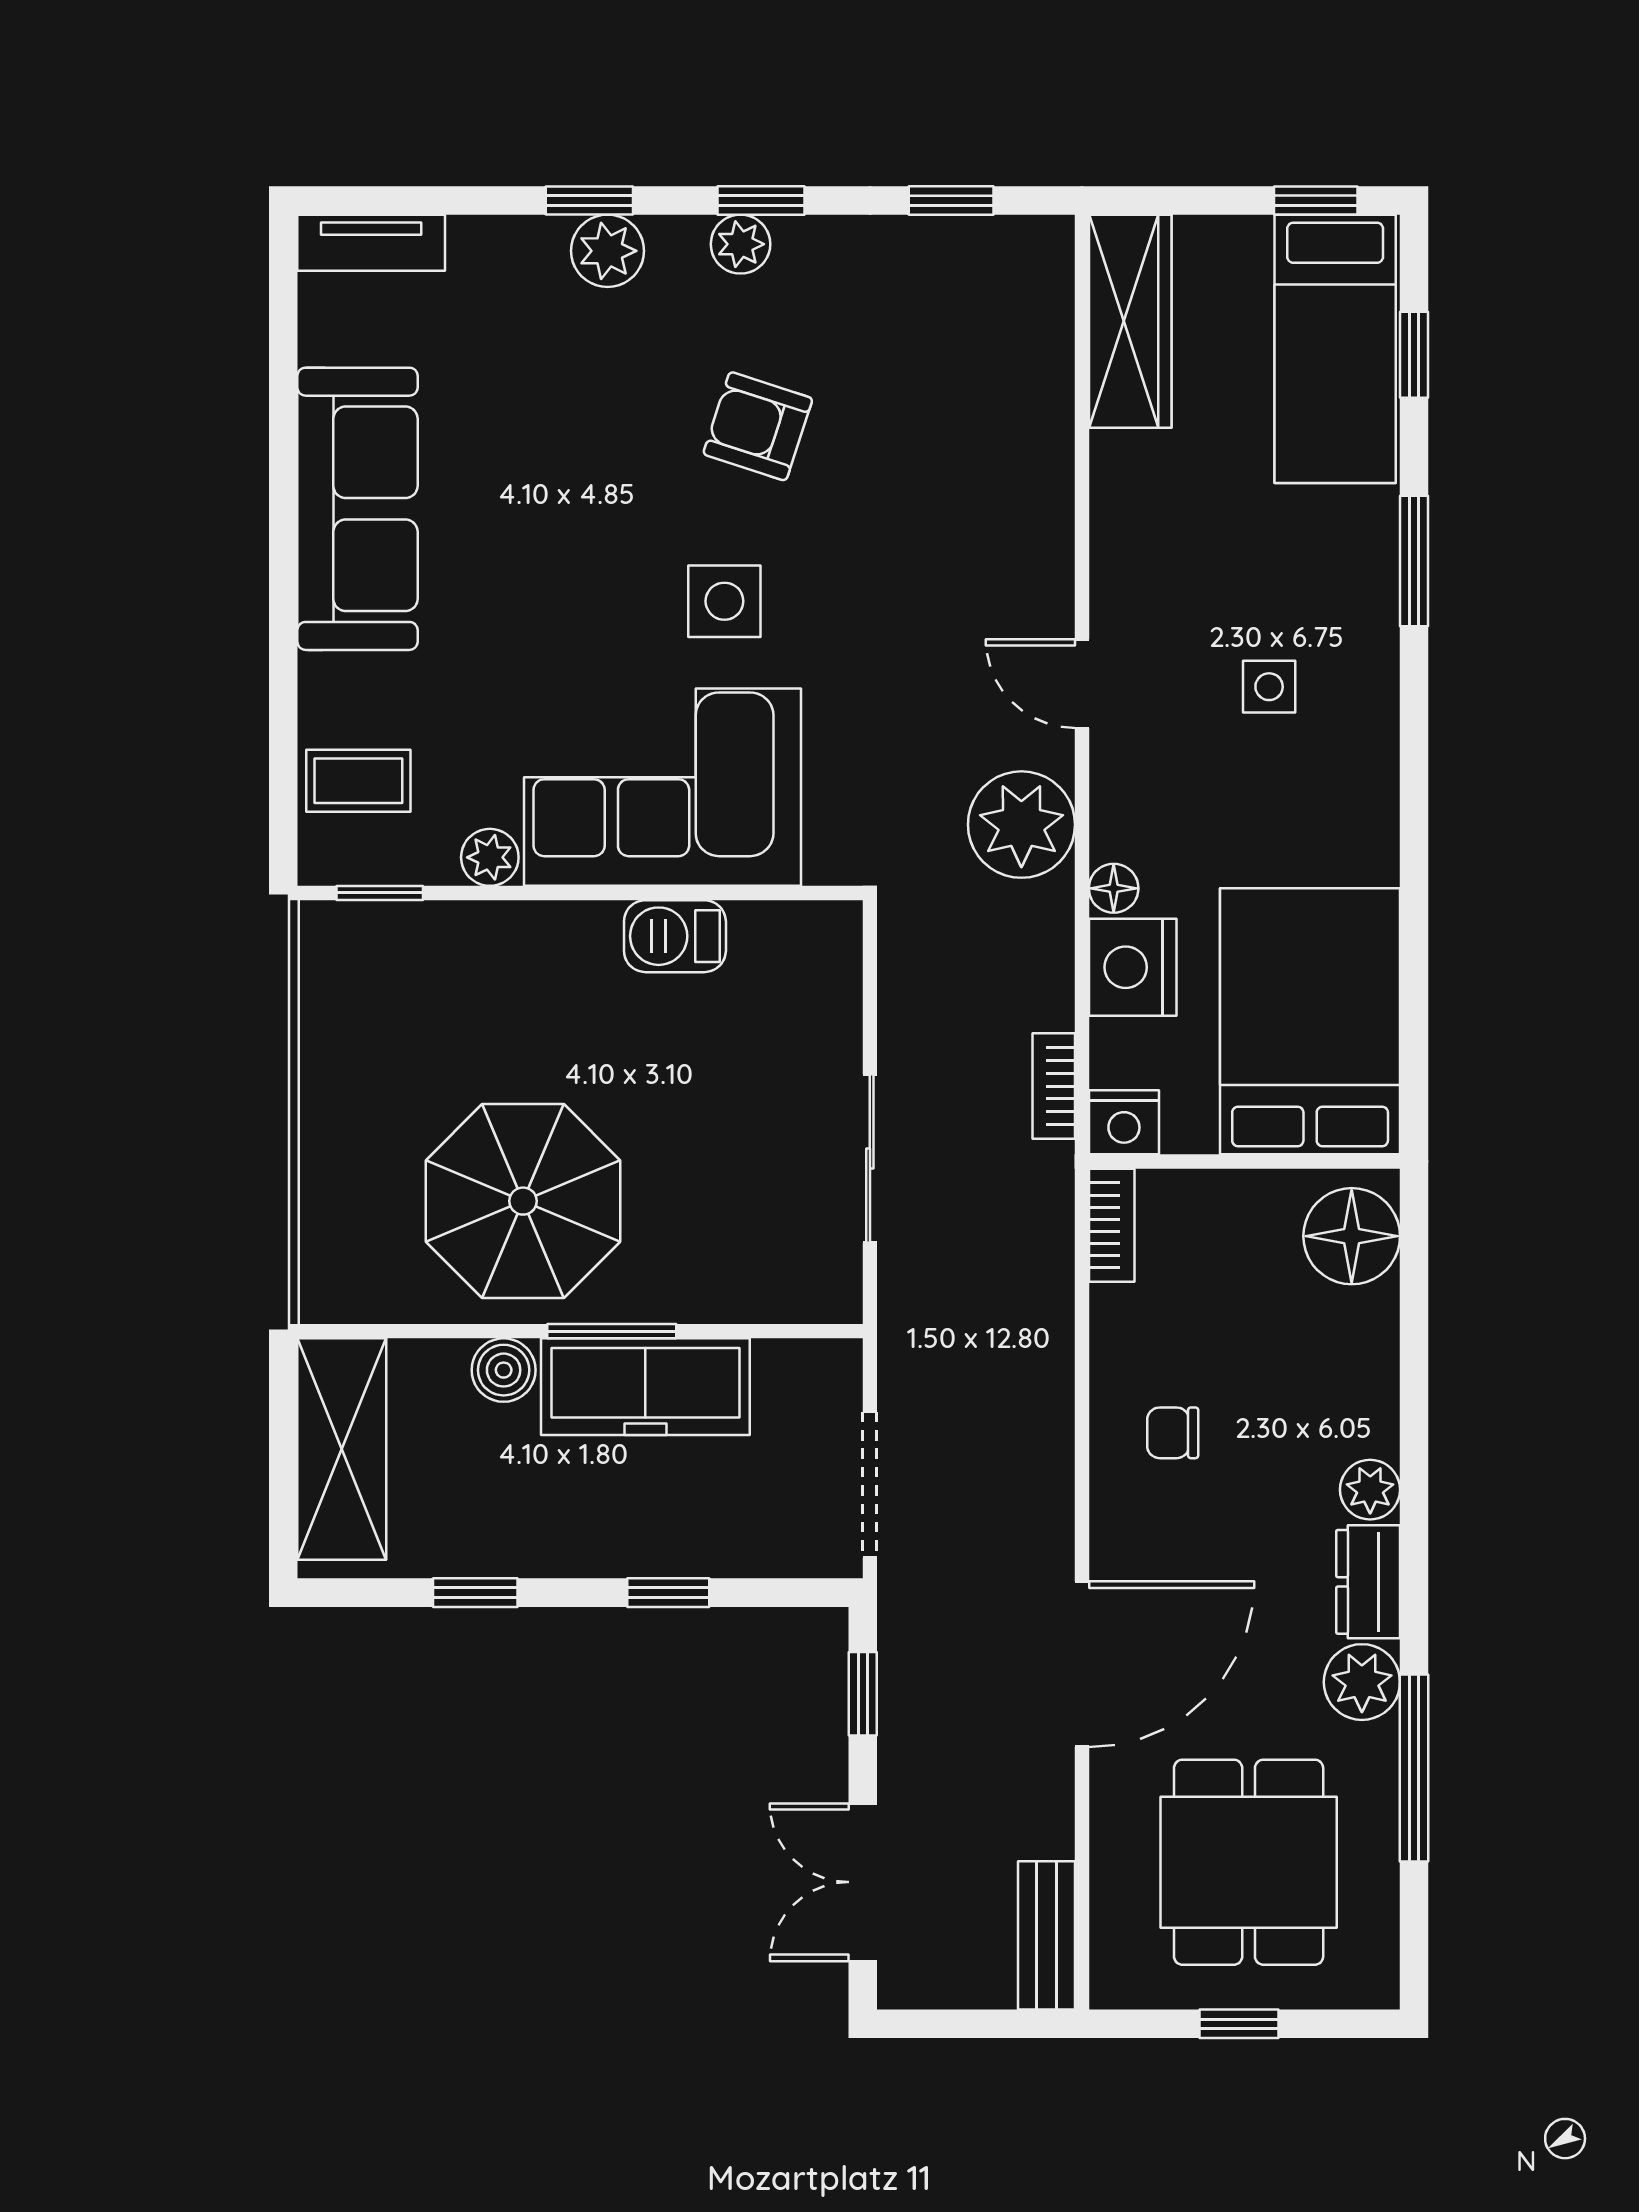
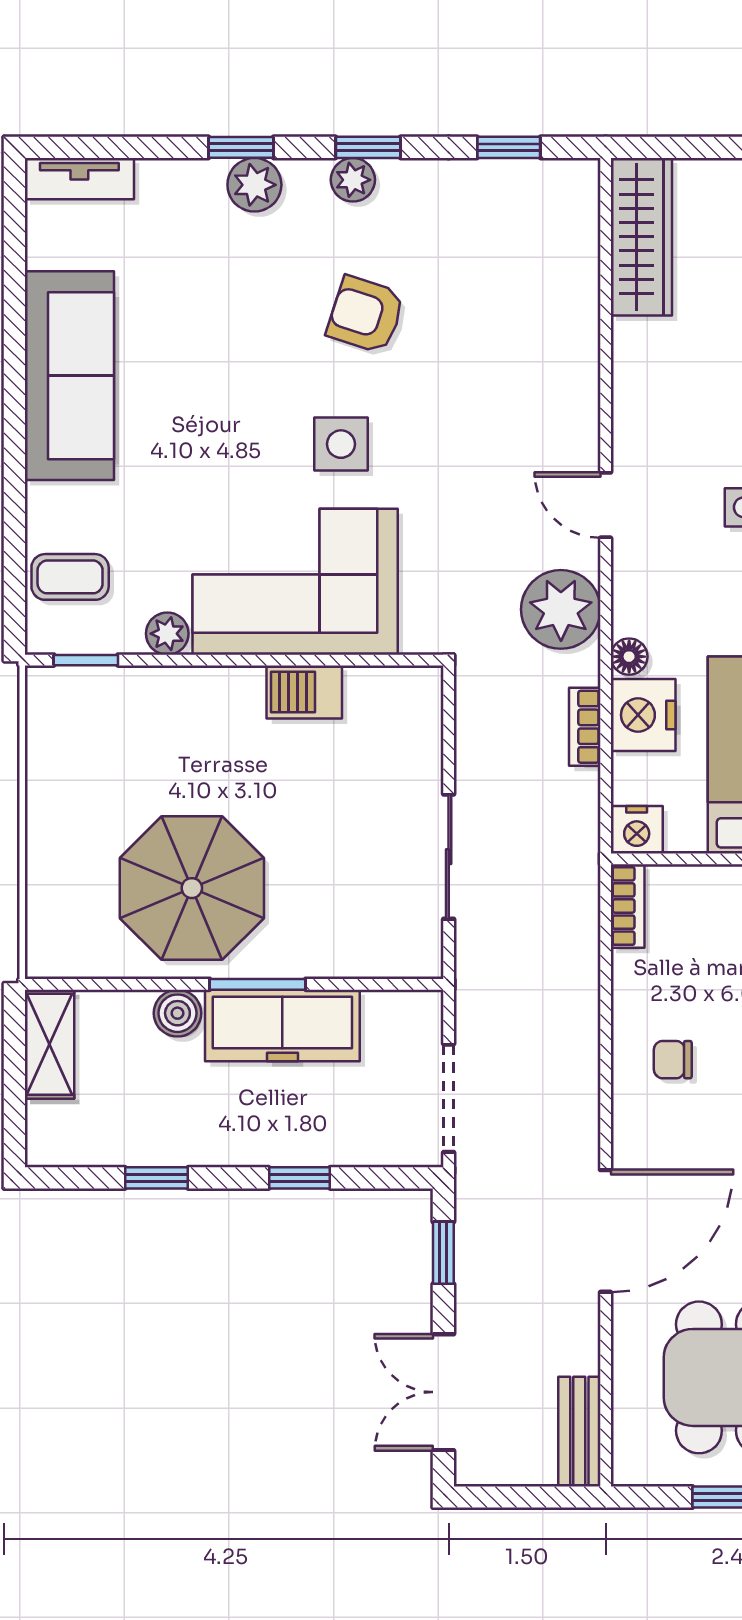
bookcase: (1054, 1086) -> (585, 727), moved
shelving: (342, 1449) -> (50, 1044), width x0.67, depth x0.75

